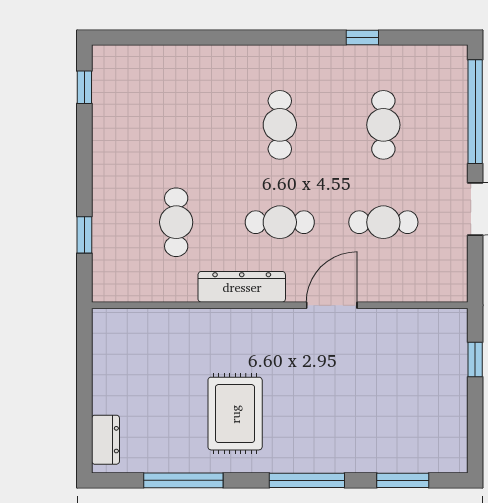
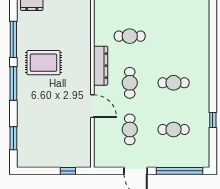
window: (307, 480) -> (13, 84), moved

